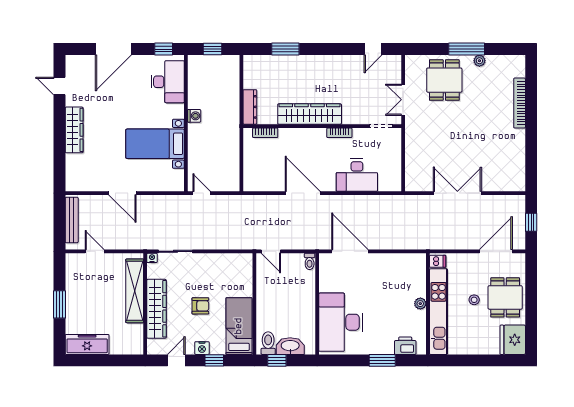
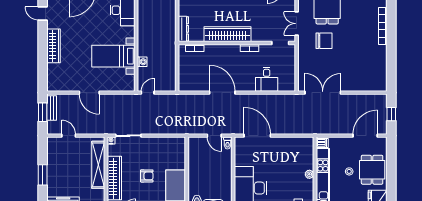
washing machine: (194, 116) -> (142, 62), moved
chair: (440, 123) -> (324, 41), added
desk: (357, 175) -> (267, 79), width x0.73
door: (202, 193) -> (148, 93), hinge flipped
double door: (457, 193) -> (323, 93), moved
window: (59, 220) -> (43, 112), added
bench: (72, 220) -> (52, 108), width x0.73
door: (271, 251) -> (214, 136), moved

